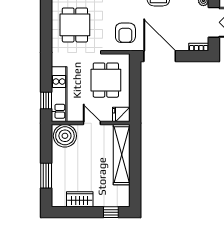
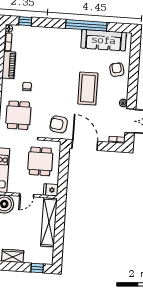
armchair: (125, 33) -> (59, 124), turned 98
door: (92, 123) -> (27, 195), swing flipped

